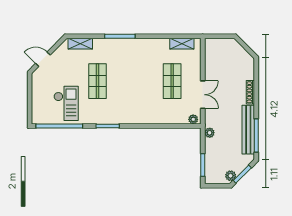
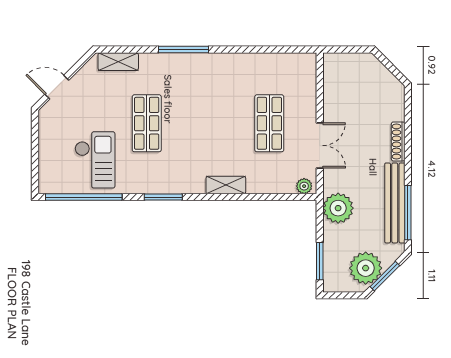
shelving: (182, 44) -> (226, 185), moved
plant: (210, 133) -> (338, 208), width x1.88, depth x1.88
plant: (231, 176) -> (366, 268), width x1.88, depth x1.88

